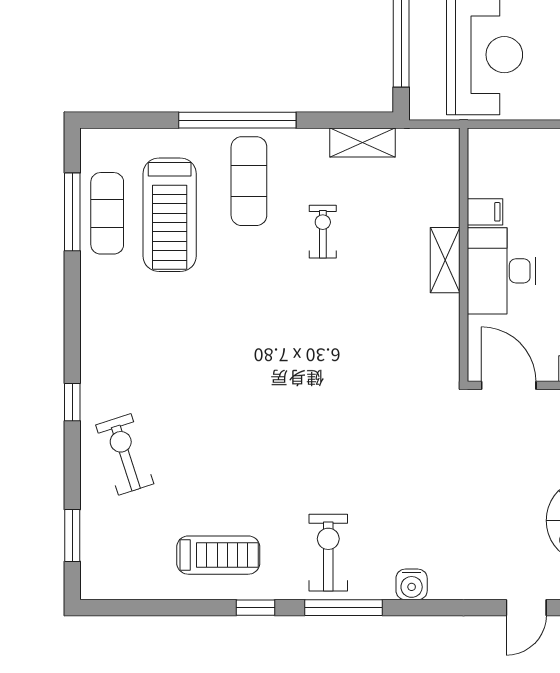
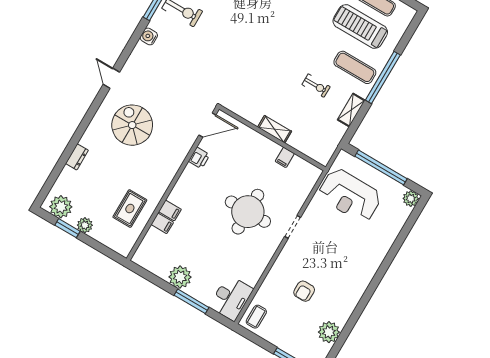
shelving: (362, 142) -> (351, 110), moved
desk: (501, 271) -> (256, 150), removed

